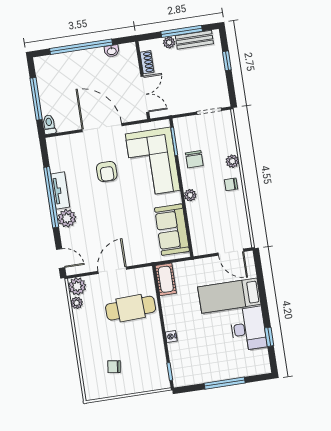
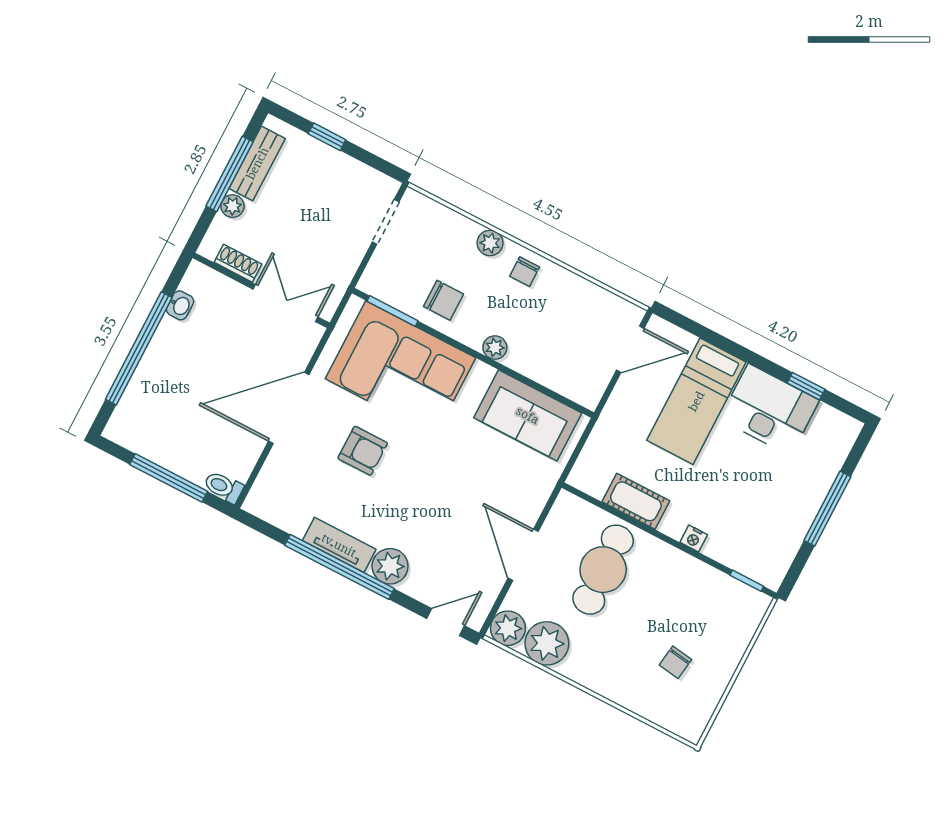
cot: (166, 279) -> (636, 501), moved
plant: (77, 303) -> (547, 643), width x1.88, depth x1.88

